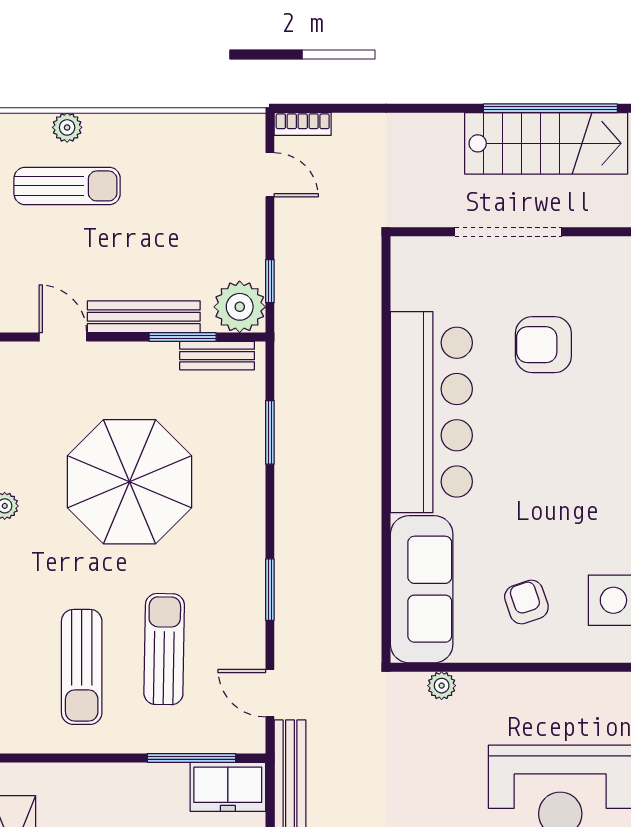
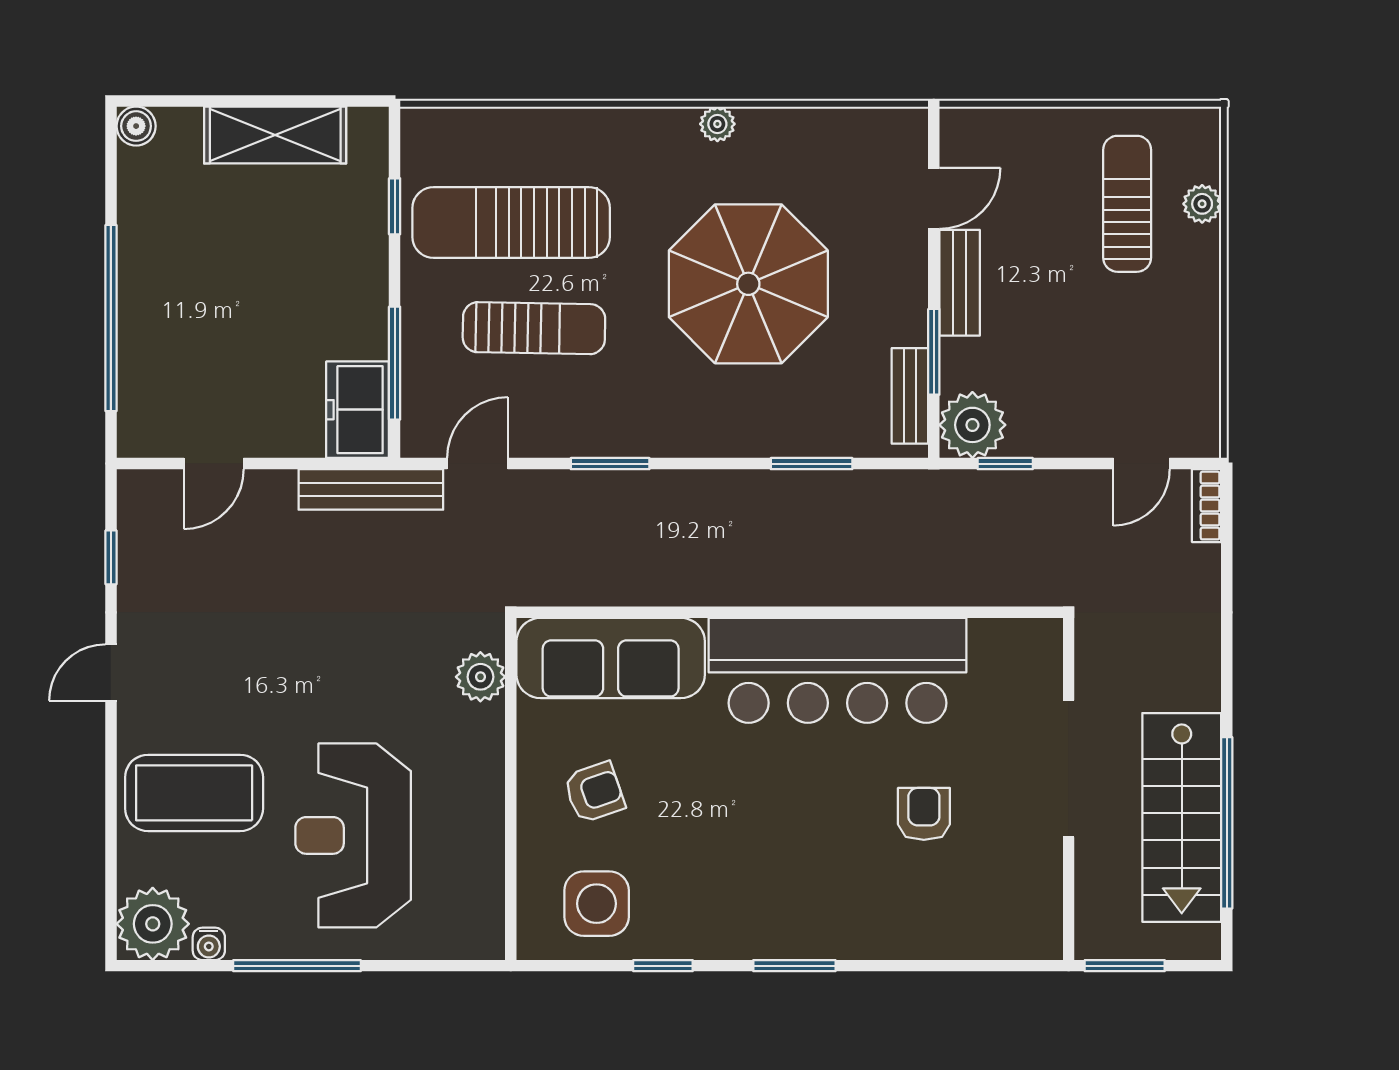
sun lounger: (67, 186) -> (1127, 204), turned 180
bench: (144, 317) -> (960, 283), width x0.73
armchair: (543, 345) -> (924, 814), width x0.72, depth x0.72
sun lounger: (82, 667) -> (511, 222), width x1.36, depth x1.34
plant: (442, 686) -> (480, 677), width x1.38, depth x1.38
window: (69, 758) -> (395, 206), added

